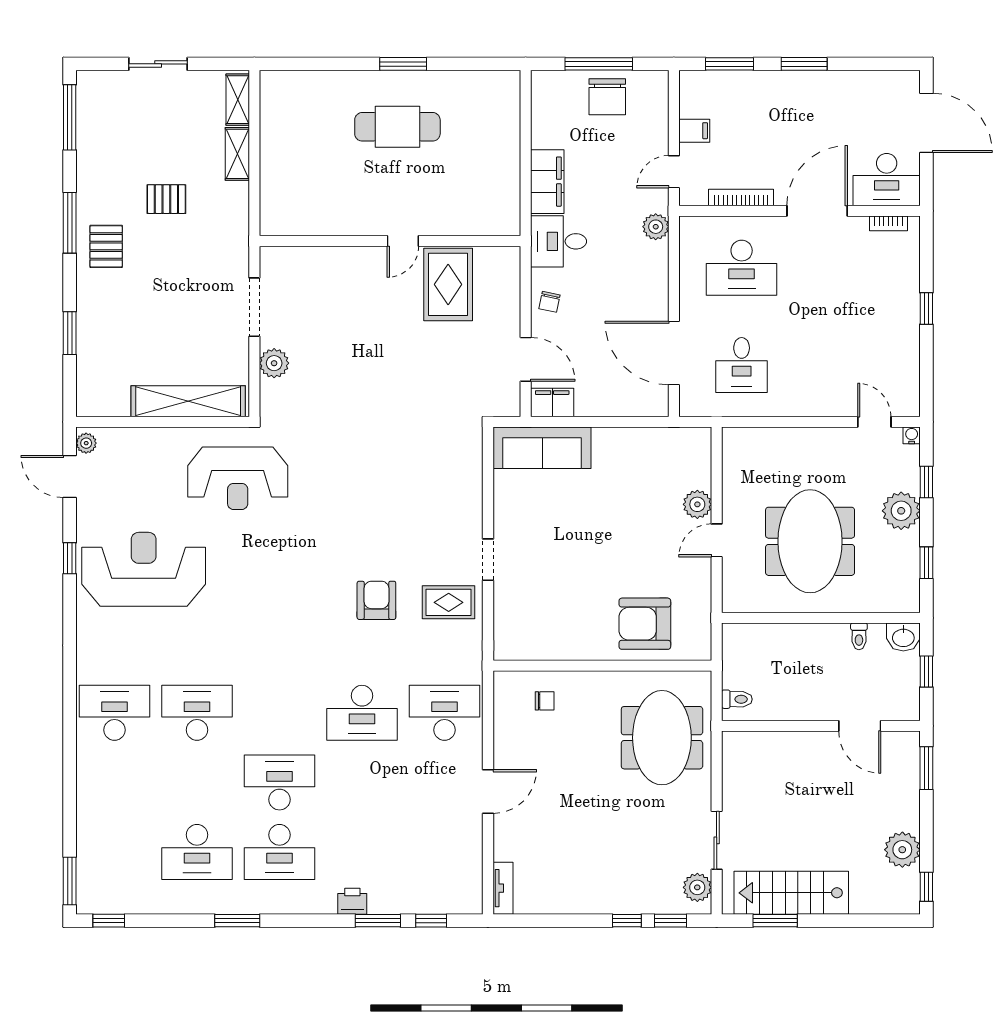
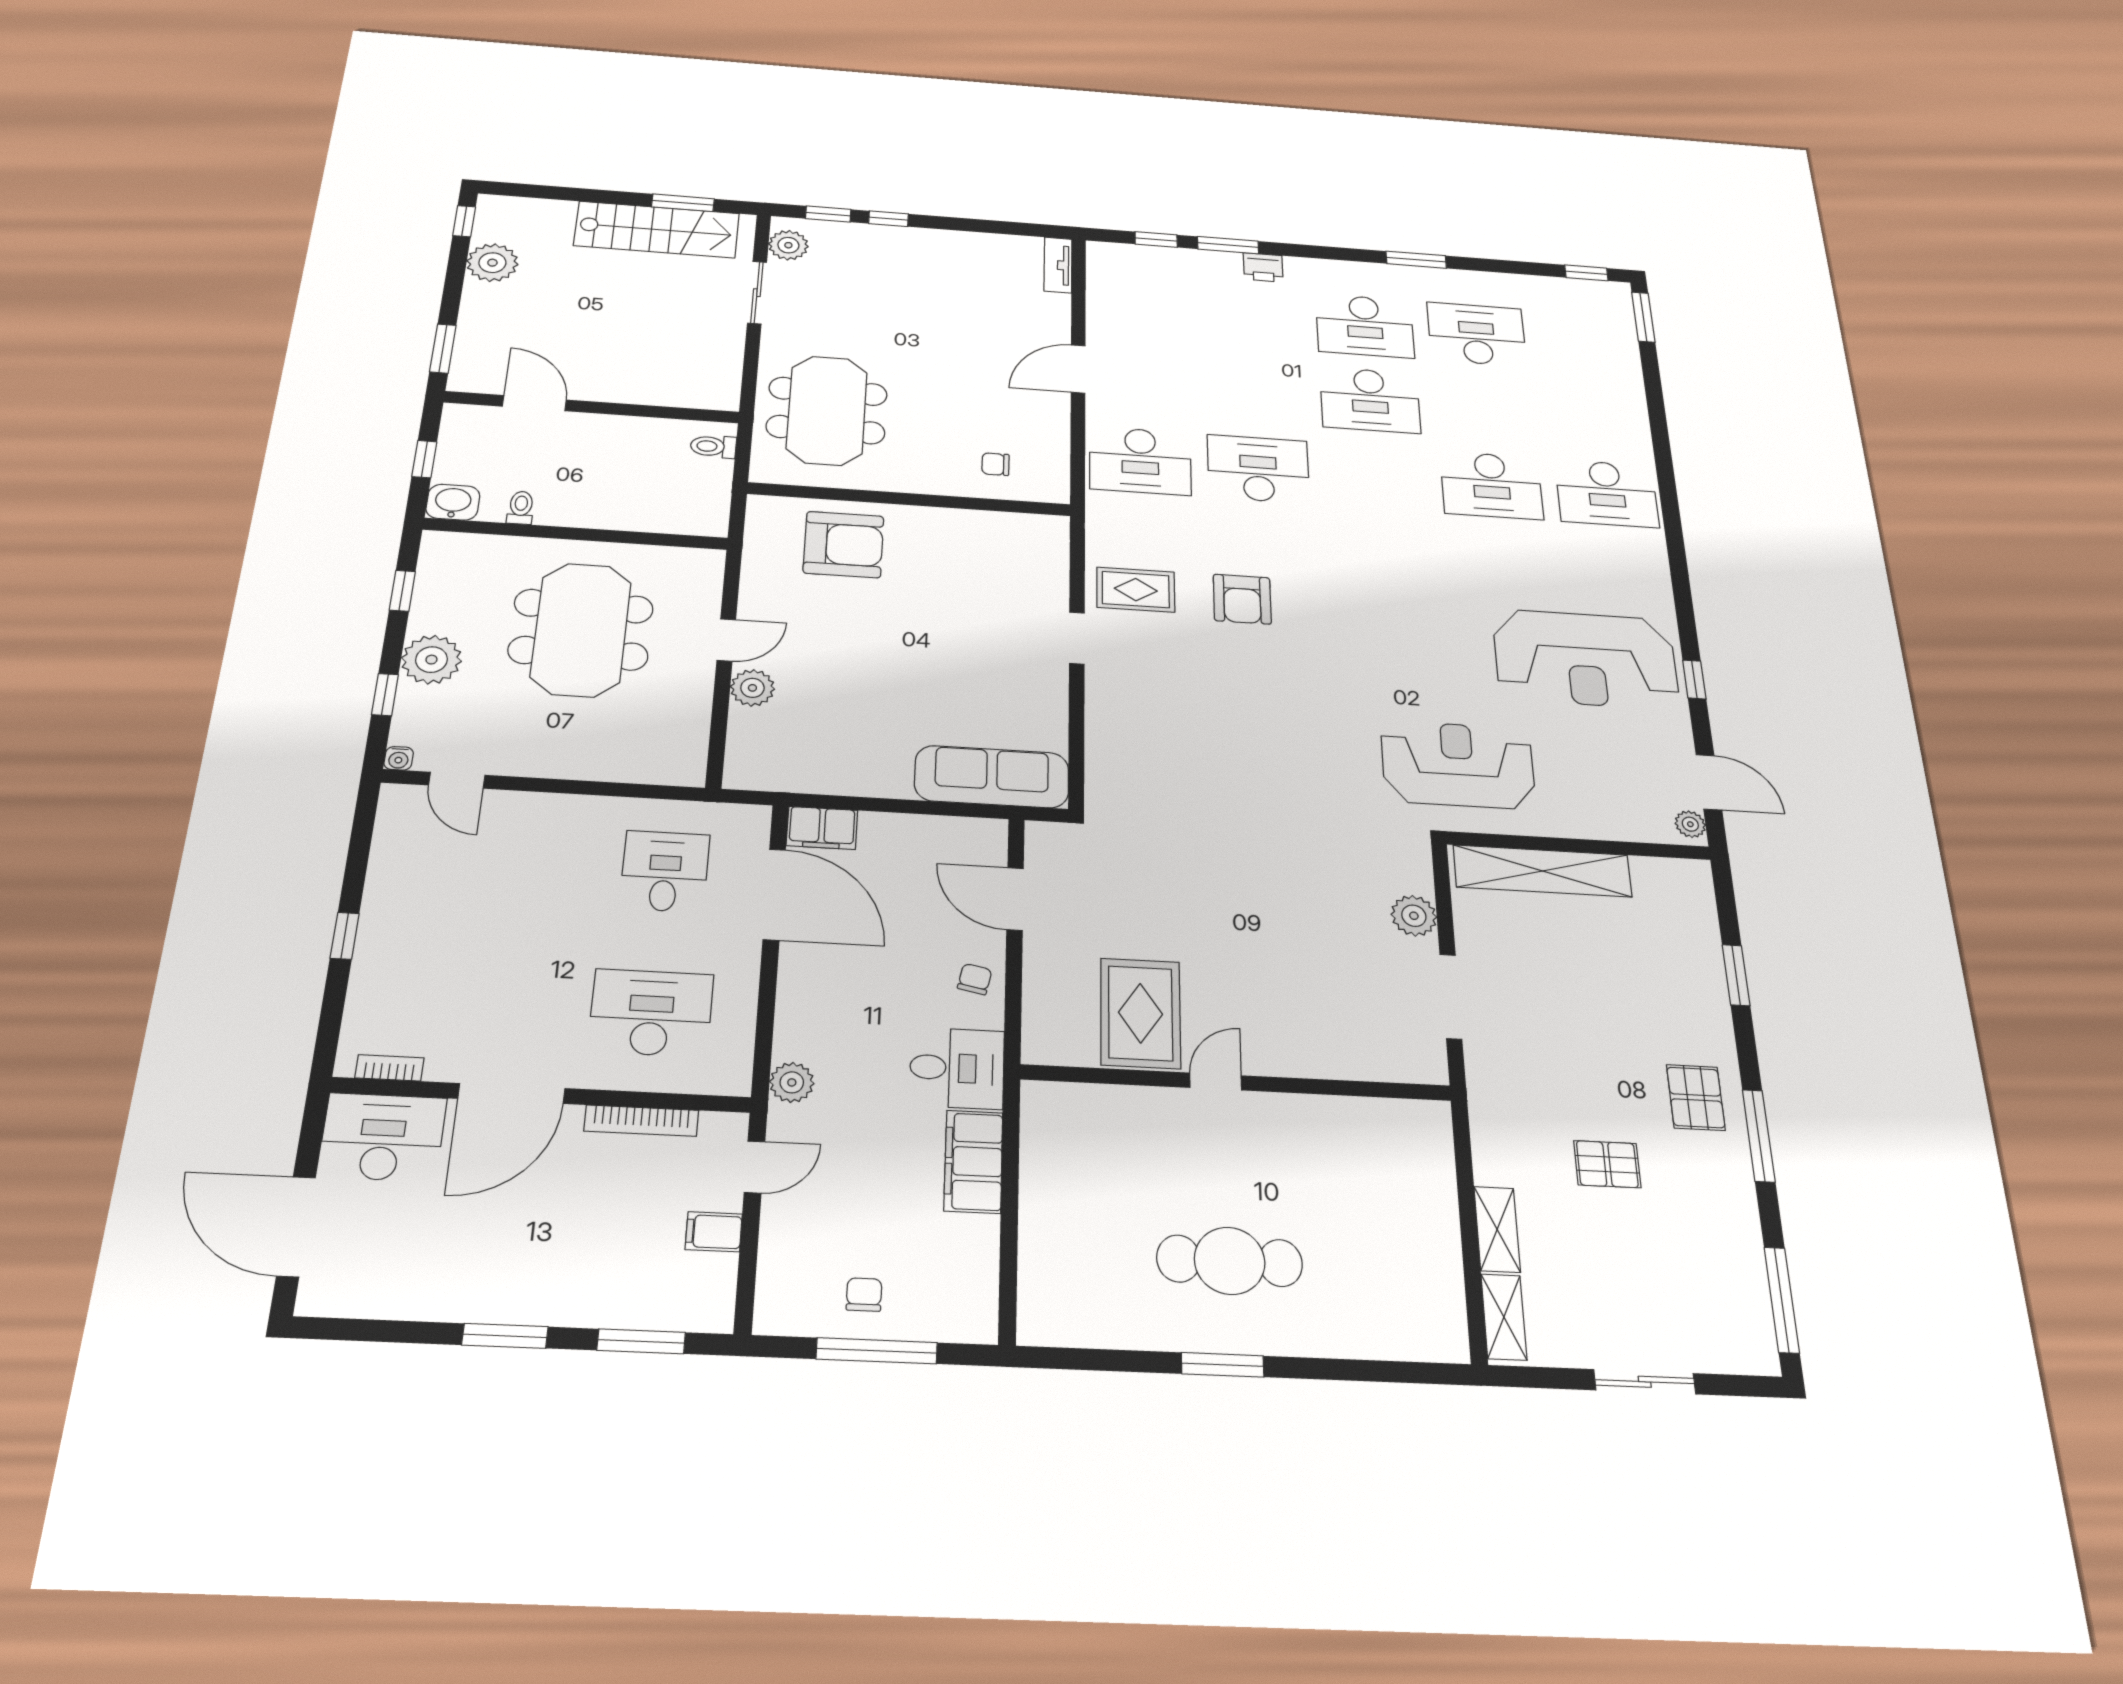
chair: (607, 97) -> (864, 1295), width x0.54, depth x0.54
filing cabinet: (552, 403) -> (822, 828), moved
desk: (279, 852) -> (1365, 326), turned 180

